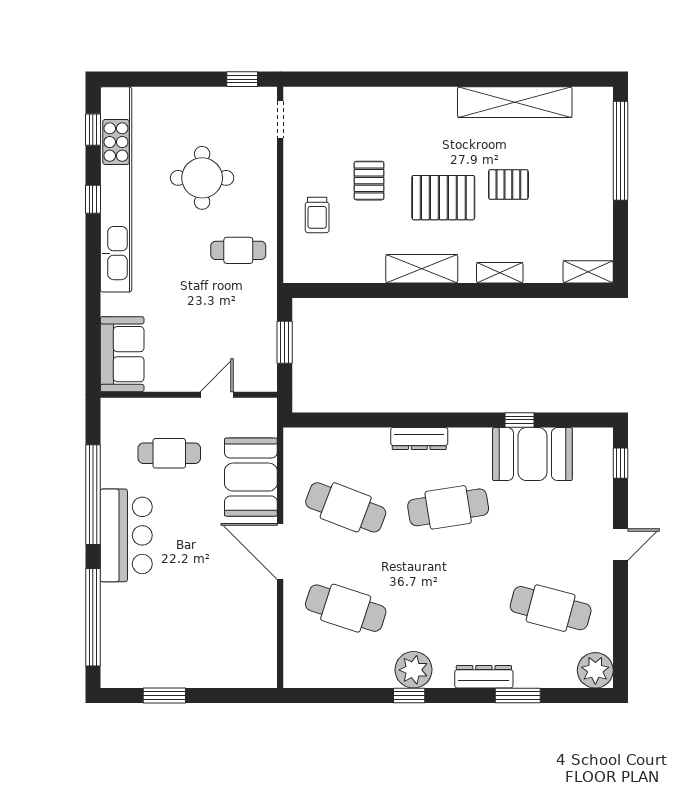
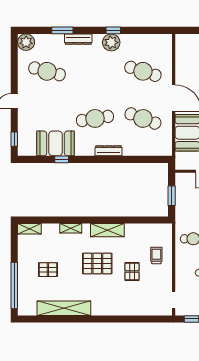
pallet: (508, 184) -> (48, 270), moved

